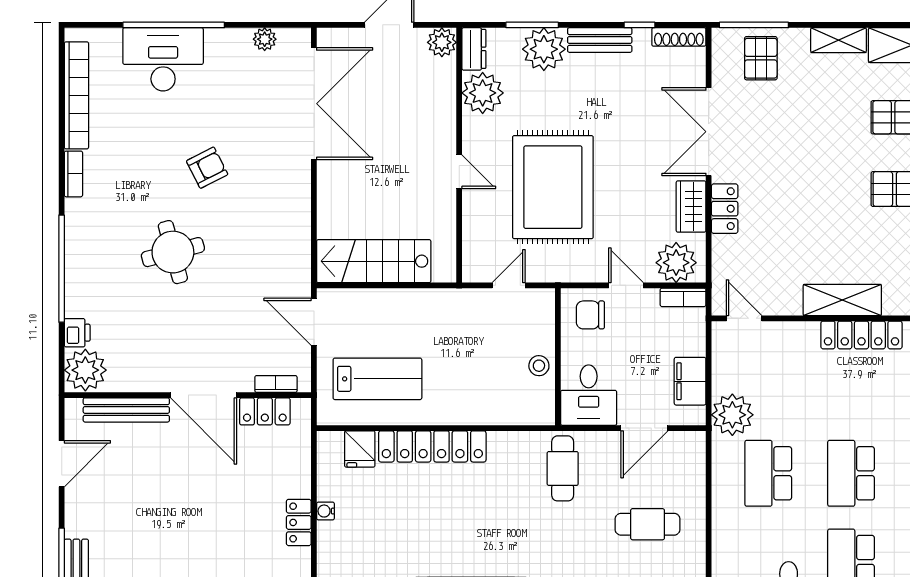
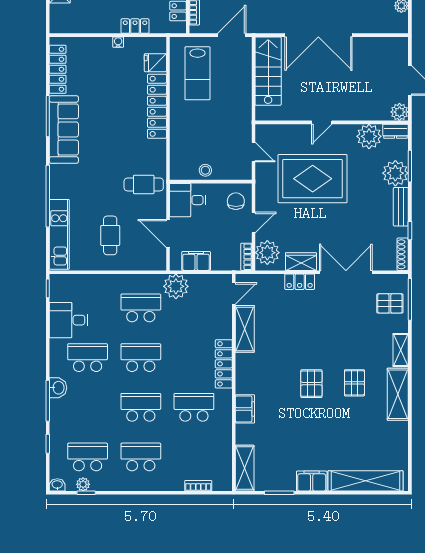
double door: (314, 104) -> (318, 35), moved
shelving: (842, 300) -> (245, 329), moved
locker: (299, 522) -> (135, 26), moved

